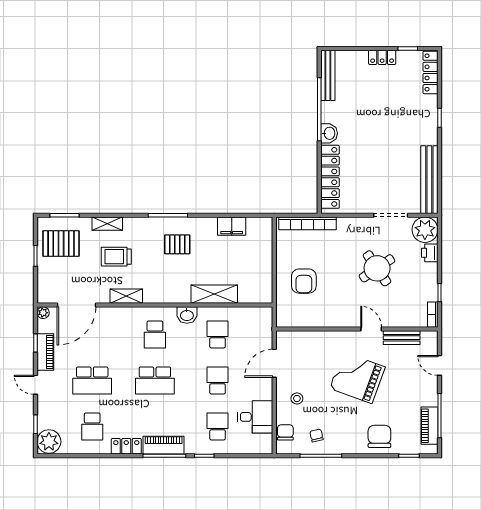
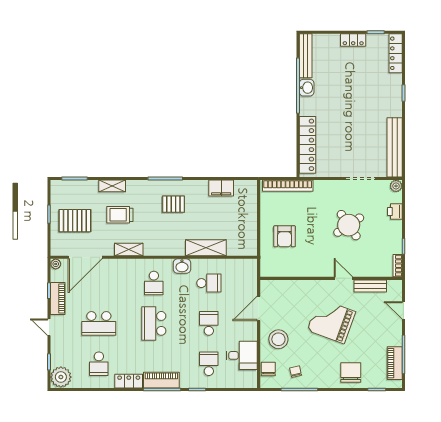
washbasin: (329, 133) -> (307, 88), moved
plant: (425, 230) -> (396, 186), width x0.53, depth x0.53
pallet: (61, 244) -> (75, 221), moved
school desk: (218, 334) -> (209, 283), turned 90
school desk: (155, 380) -> (154, 323), turned 90
stool: (297, 398) -> (278, 339), width x1.89, depth x1.89

